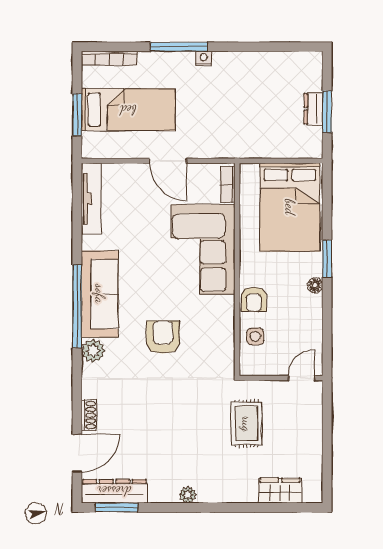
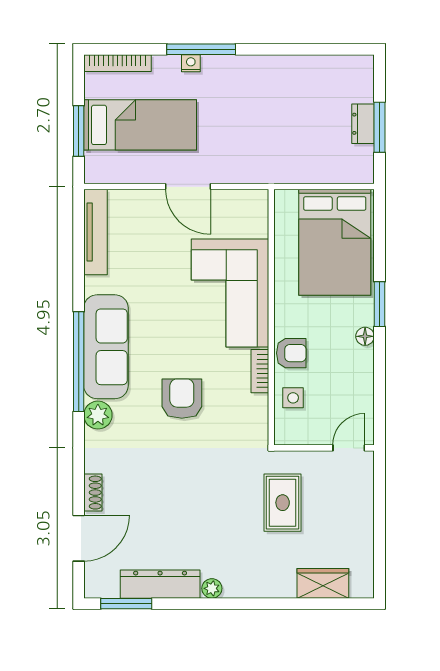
nightstand: (204, 58) -> (191, 63), moved
bookcase: (228, 184) -> (260, 371), moved
armchair: (254, 299) -> (291, 353), turned -90
dresser: (114, 491) -> (160, 584), moved

